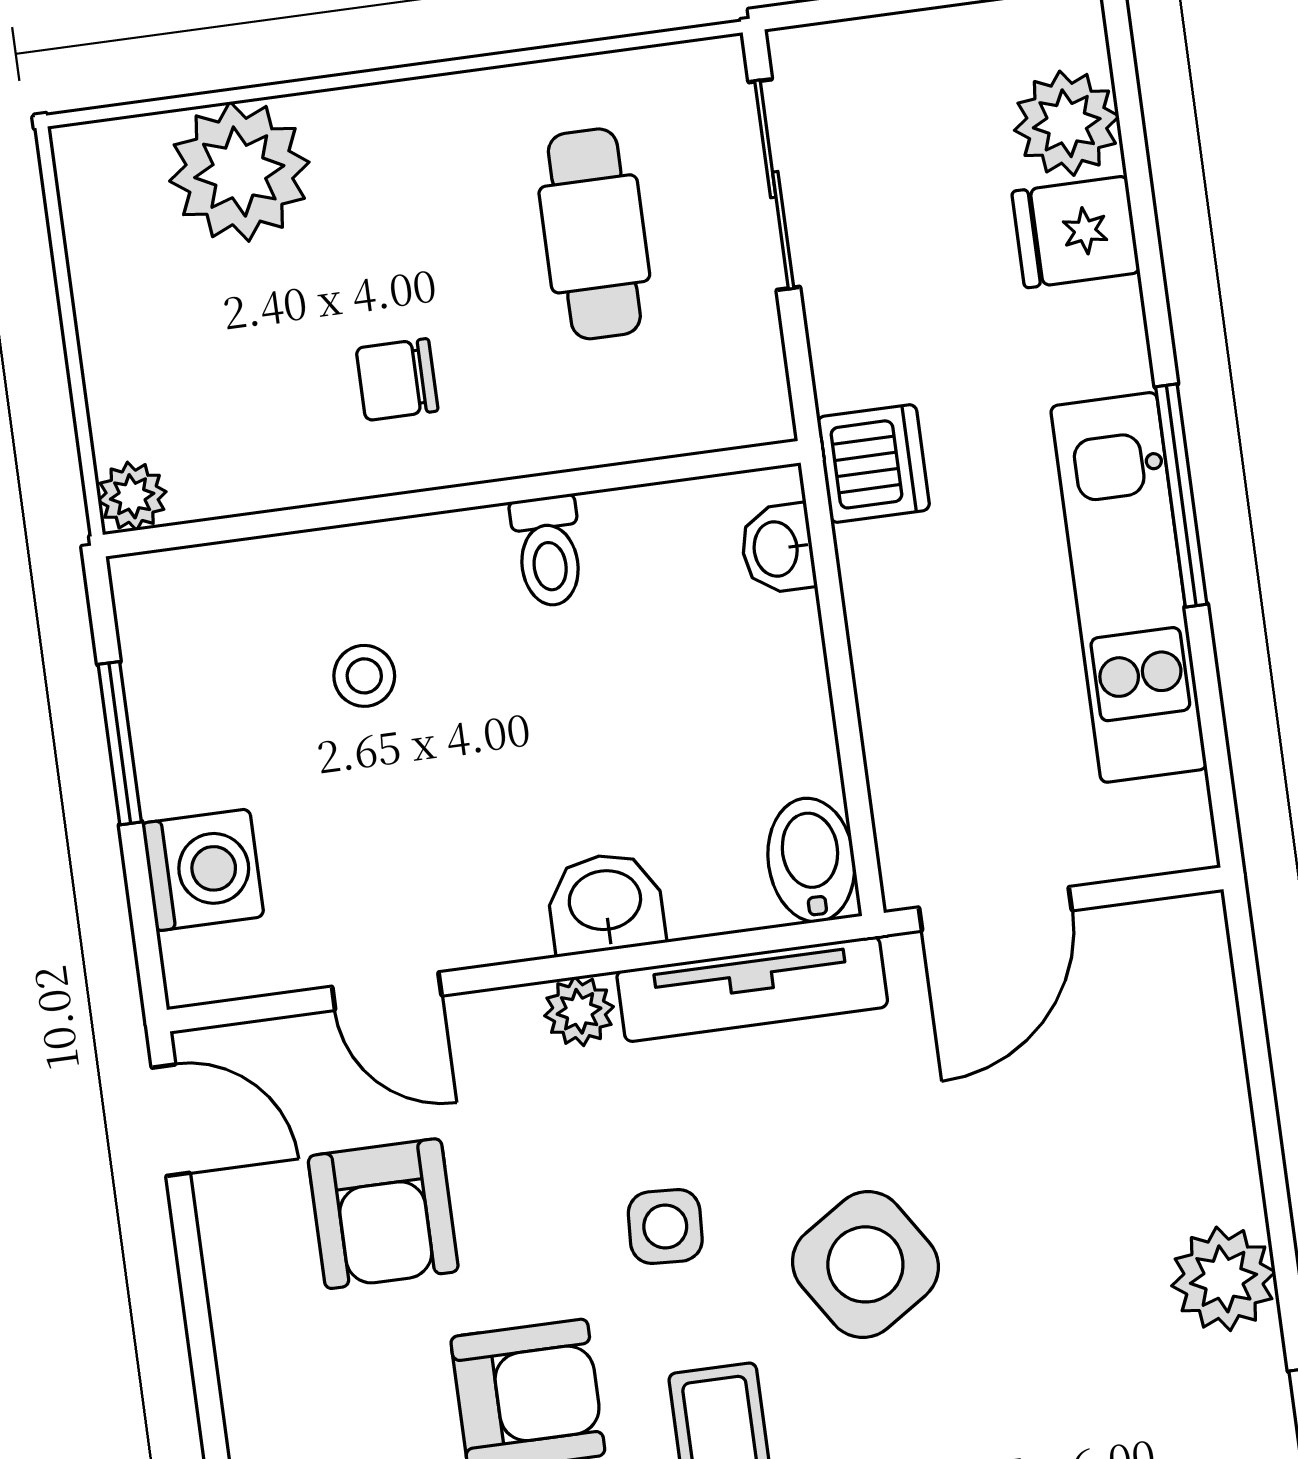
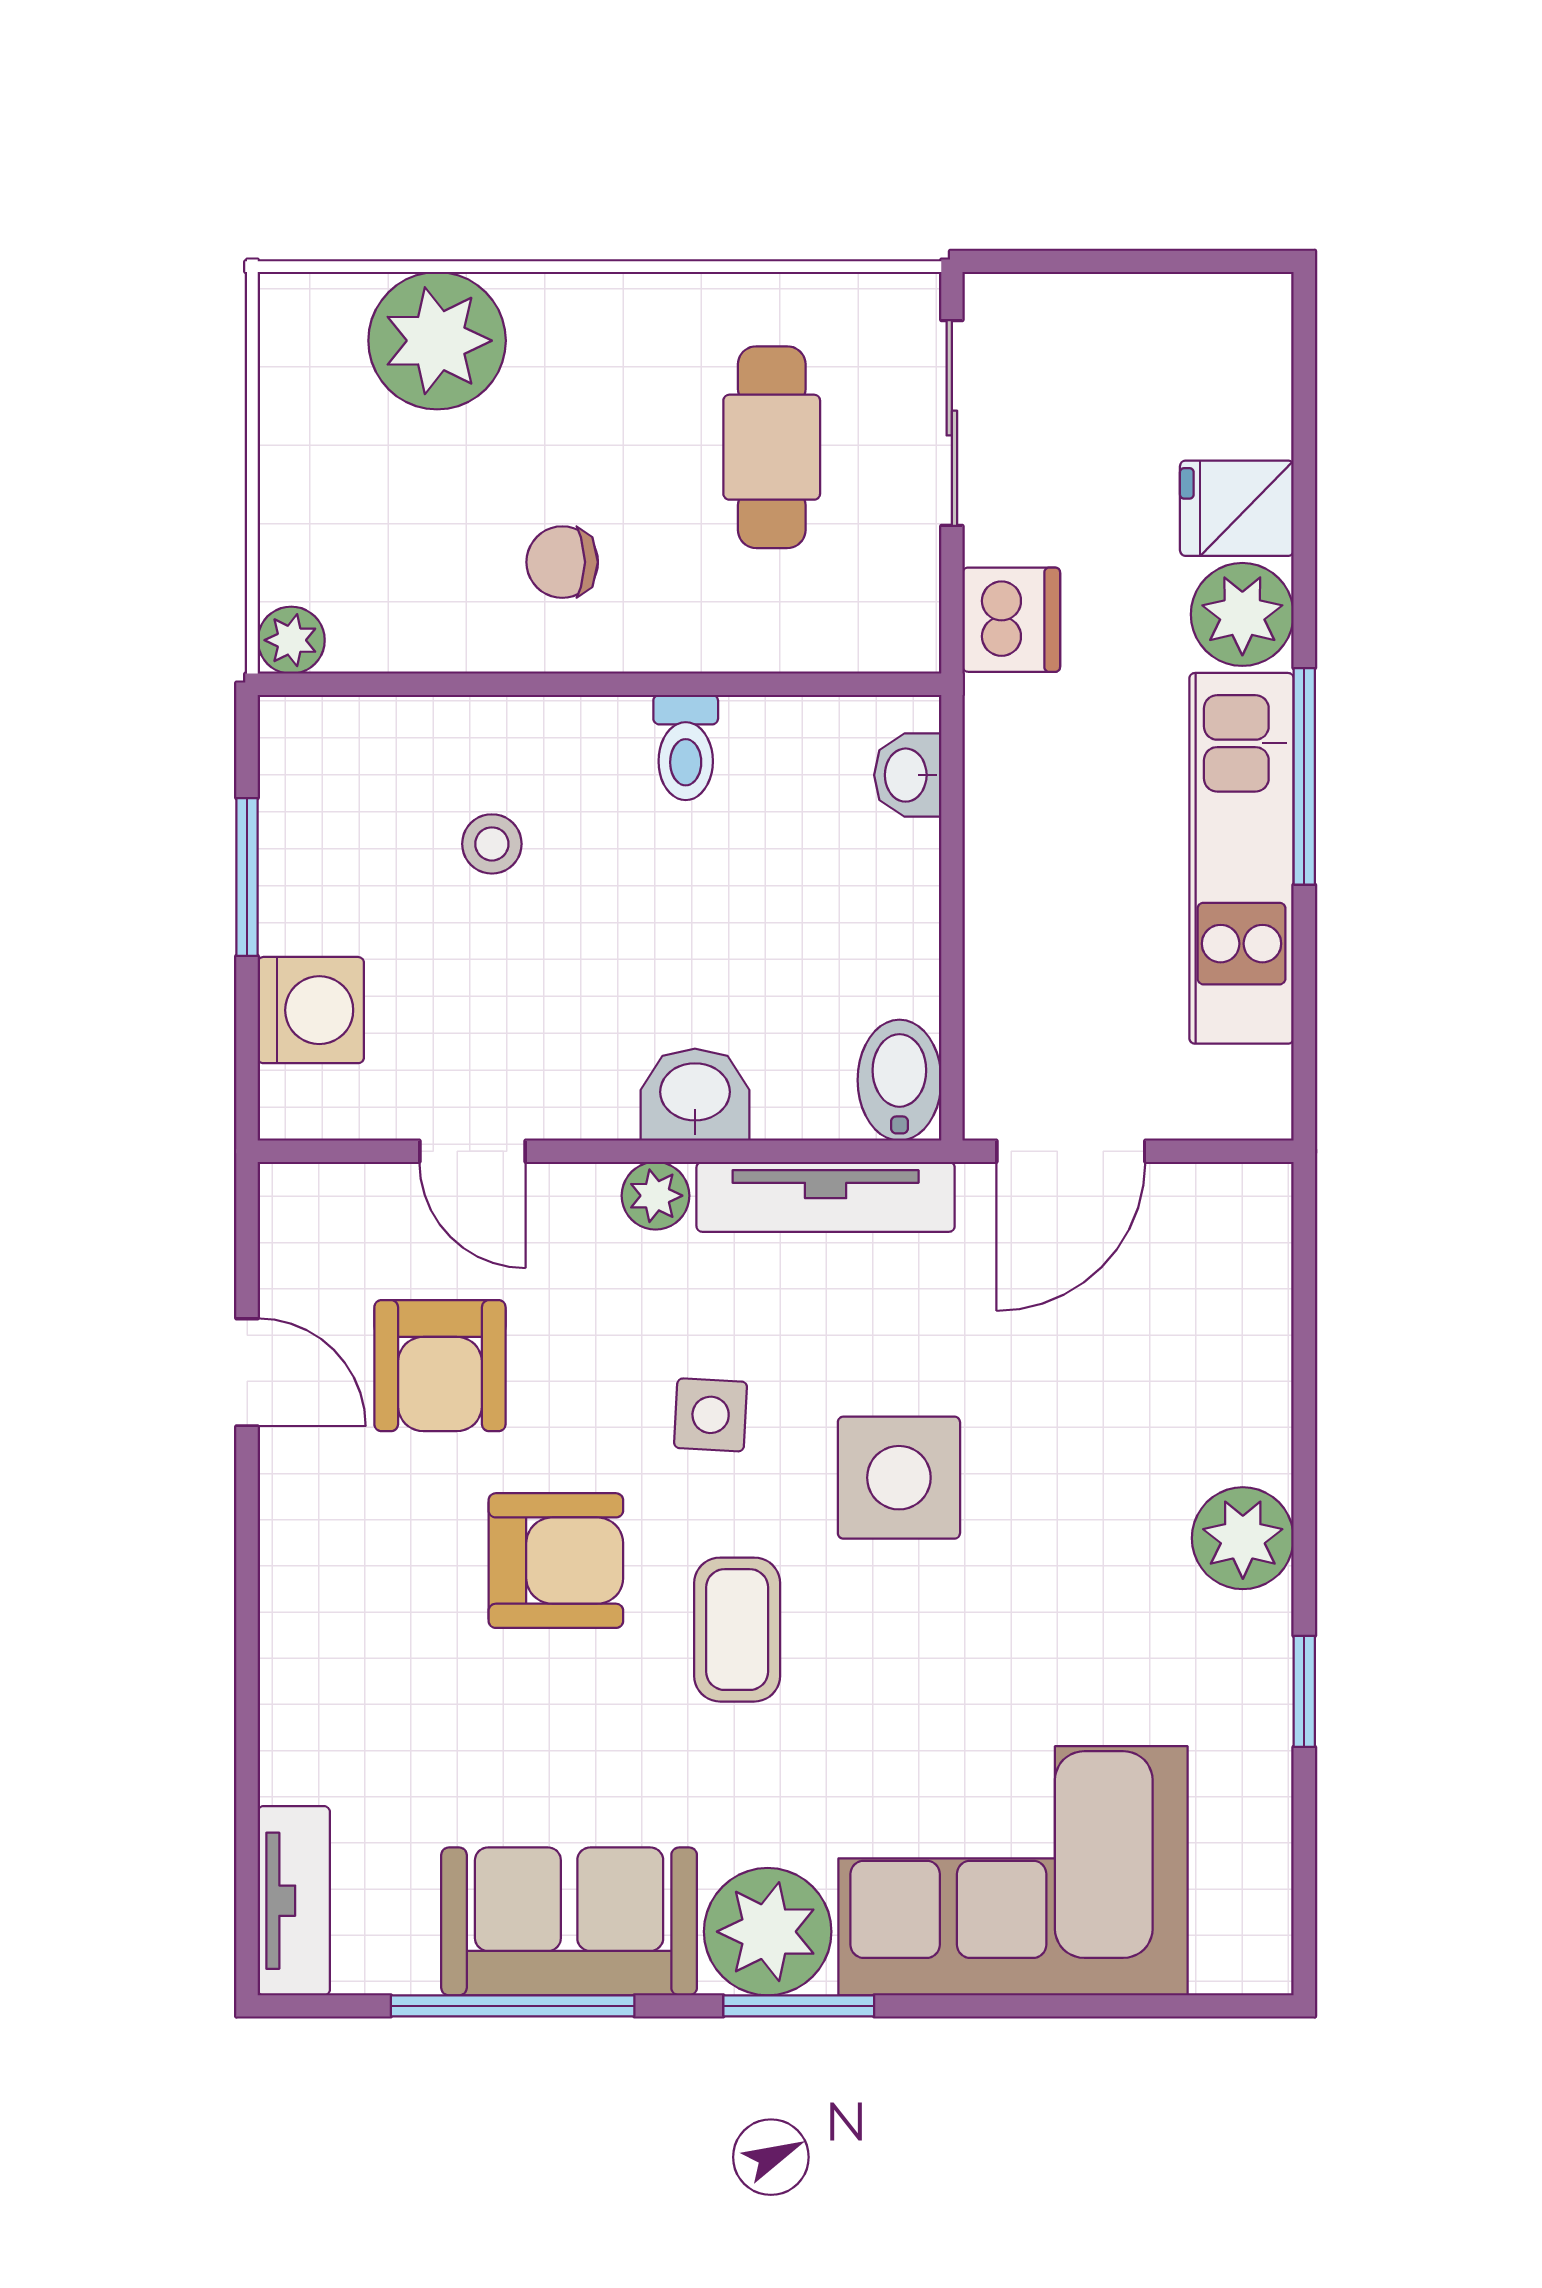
plant: (1067, 123) -> (1242, 614), moved
dishwasher: (873, 463) -> (1011, 620), moved
door: (171, 1120) -> (247, 1372), moved
side table: (865, 1264) -> (899, 1478), turned 33

